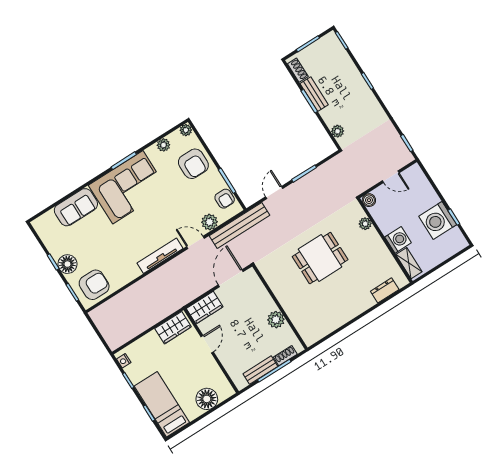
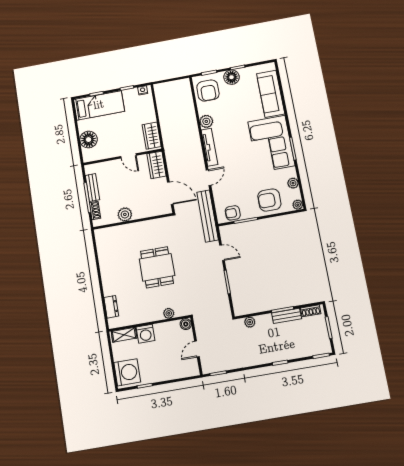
sofa: (76, 207) -> (271, 94), width x1.36
washing machine: (438, 220) -> (127, 372), moved, turned 90
plant: (210, 222) -> (206, 121), moved

